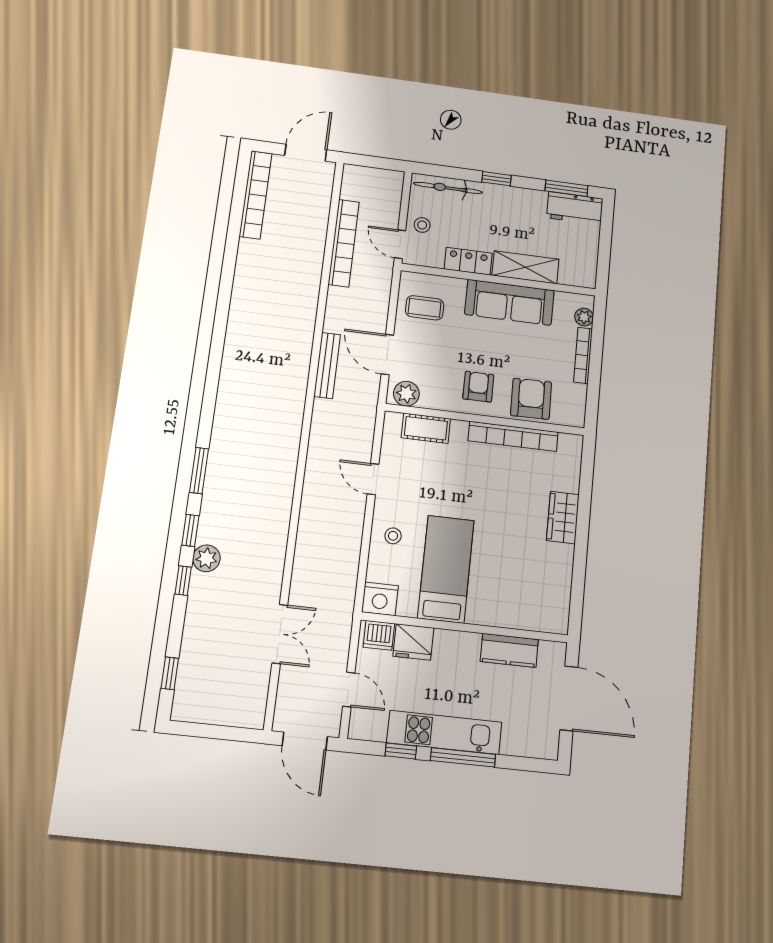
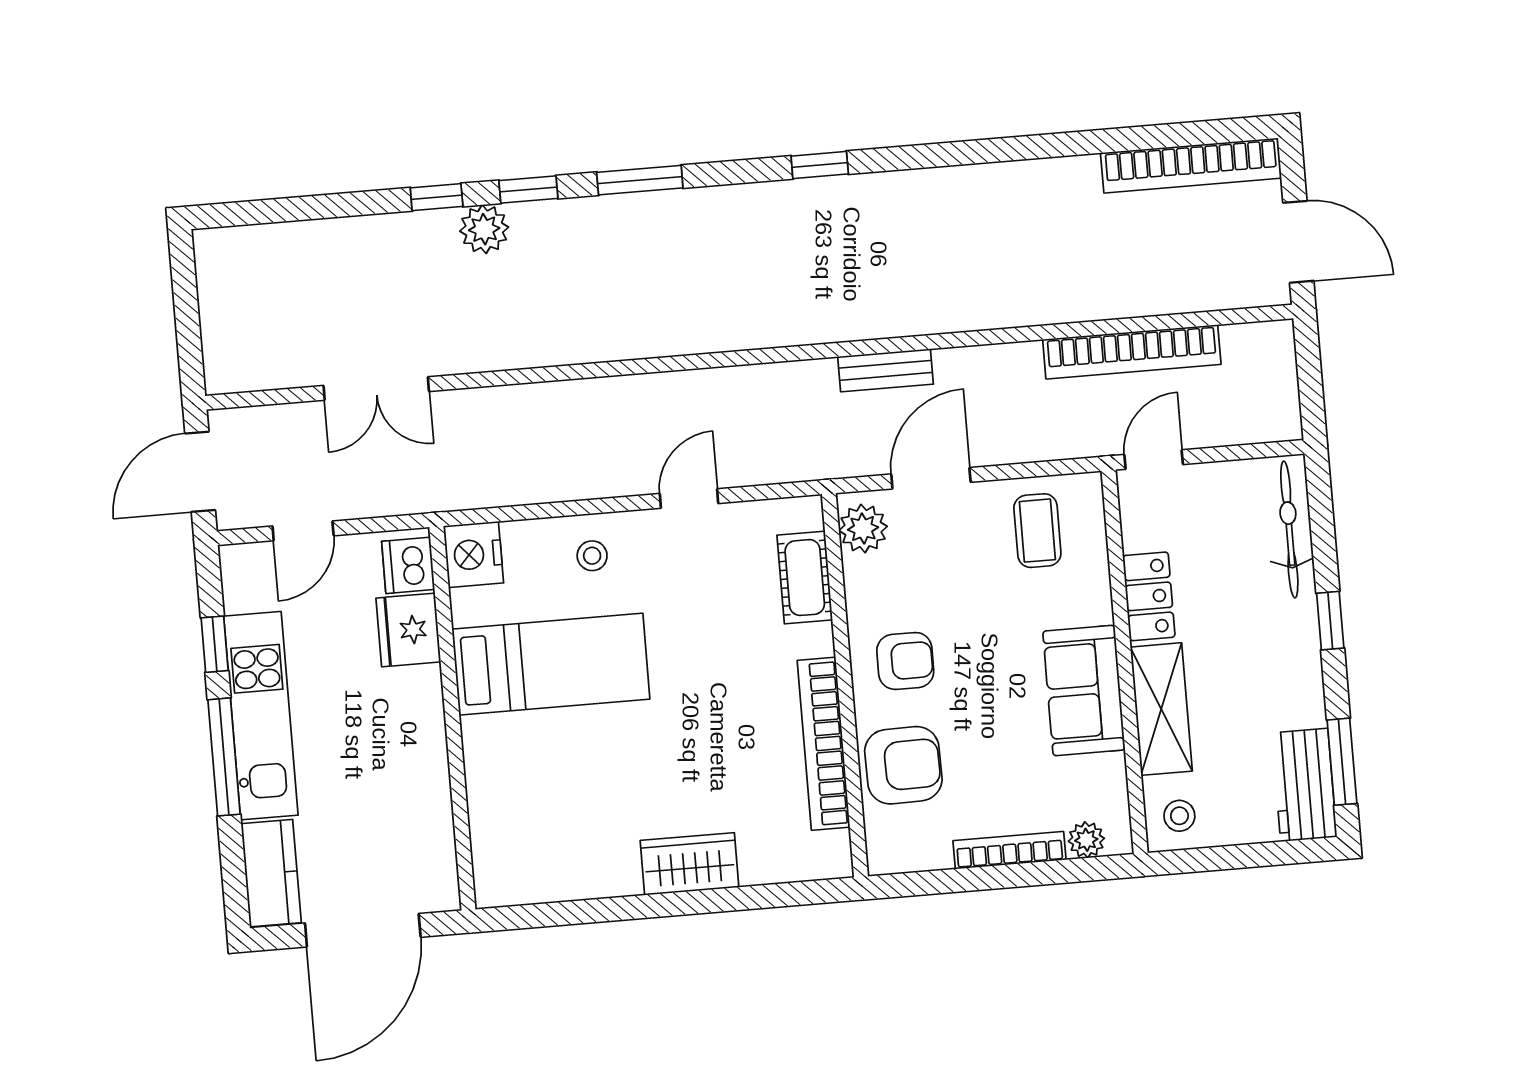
stool: (422, 225) -> (1179, 816), moved
sofa: (509, 302) -> (1084, 691), width x0.73
bench: (327, 365) -> (886, 370), width x0.73
kitchen counter: (509, 650) -> (271, 873), moved, turned 180
window: (170, 673) -> (820, 165), moved

